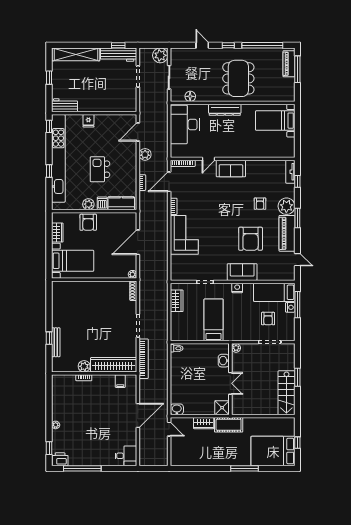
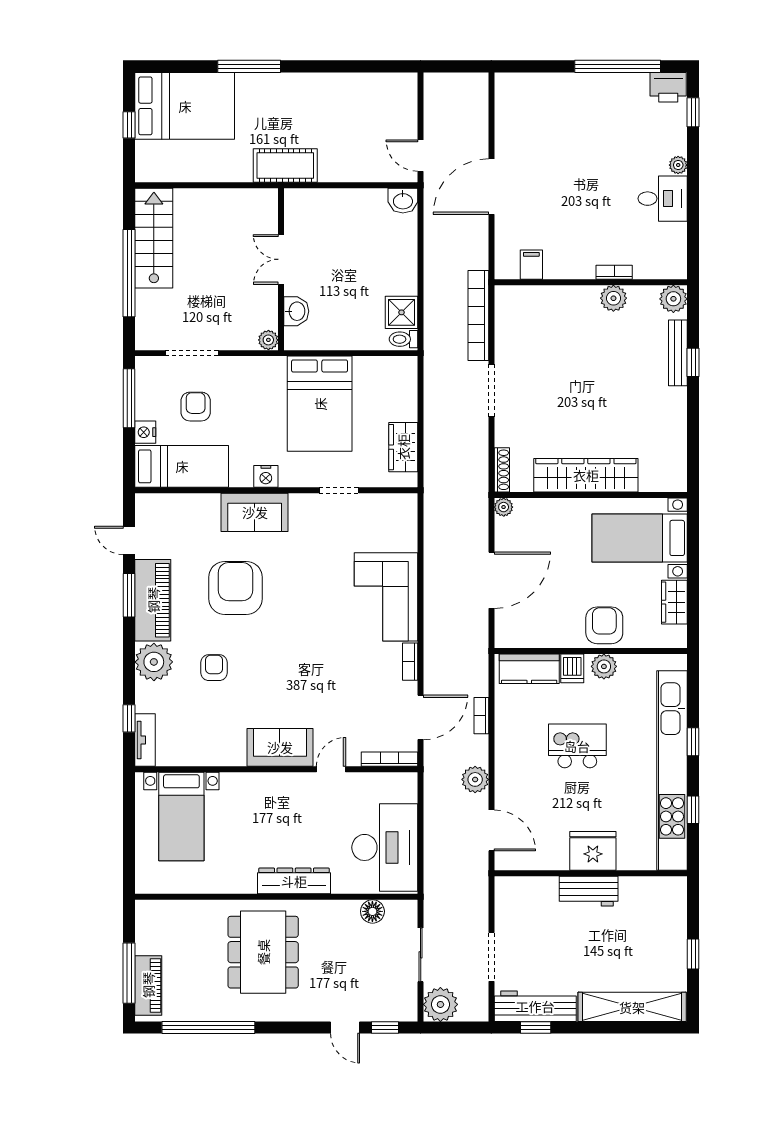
window: (228, 45) -> (385, 1028), moved
workbench: (65, 105) -> (589, 891), moved
fridge: (88, 121) -> (593, 851), width x1.88, depth x1.34
bed with nightstands: (275, 121) -> (181, 816), moved, turned 90
window: (49, 126) -> (693, 810), moved
door: (138, 132) -> (491, 830), hinge flipped
kitchen island: (100, 169) -> (577, 746), turned -90
window: (297, 218) -> (129, 595), moved
window: (297, 305) -> (129, 398), moved
bed: (214, 320) -> (320, 404), width x1.50
wardrobe: (114, 365) -> (586, 475), moved, turned 180
plant: (58, 366) -> (673, 299), added
window: (297, 377) -> (129, 273), width x2.11
shower: (222, 408) -> (401, 312), moved
wardrobe: (204, 423) -> (342, 169), removed
desk: (126, 456) -> (663, 199), moved, turned 180

